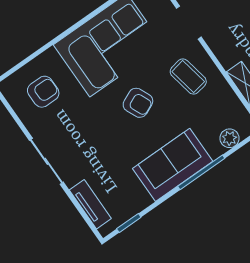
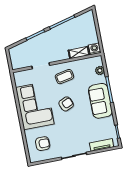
armchair: (43, 92) -> (43, 144), turned 90

